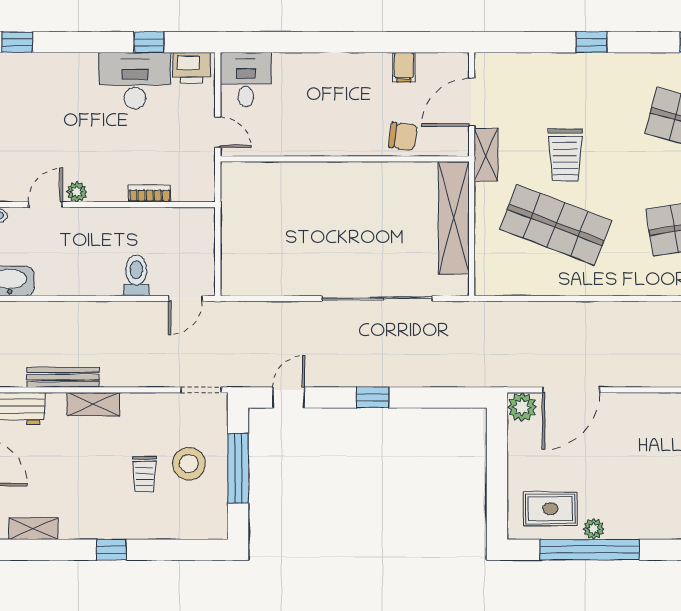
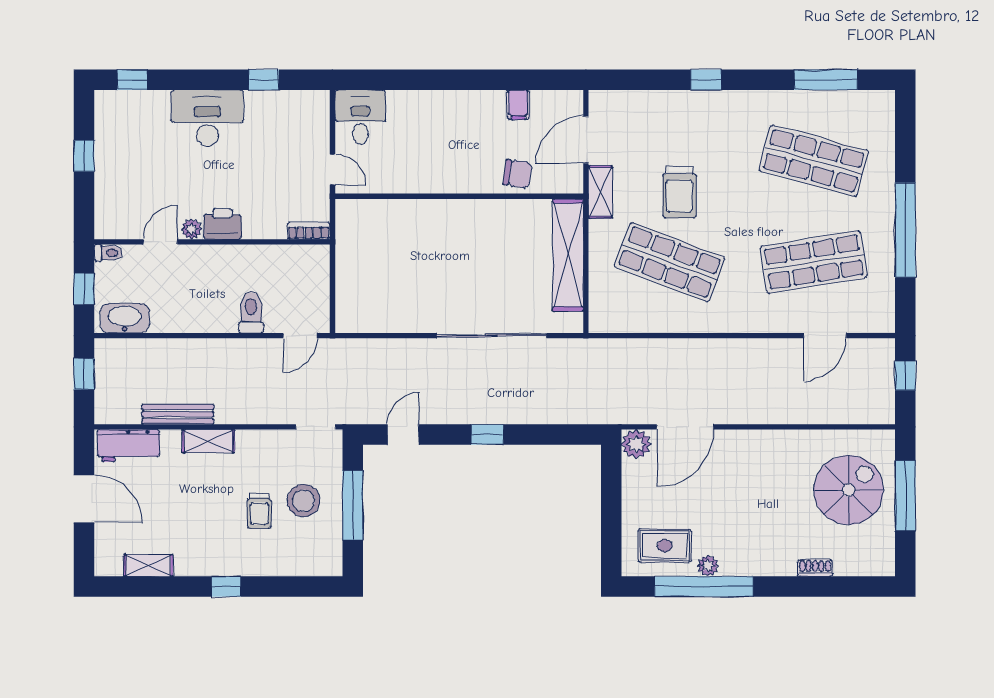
printer: (192, 68) -> (223, 224), moved, turned 180
desk: (135, 81) -> (207, 118), moved
bookcase: (150, 194) -> (309, 231), moved

